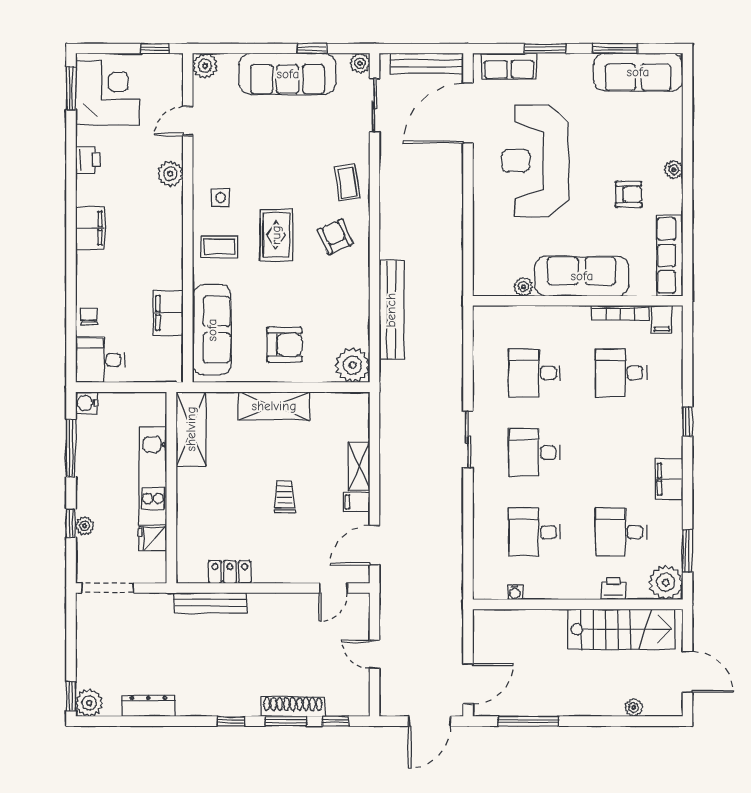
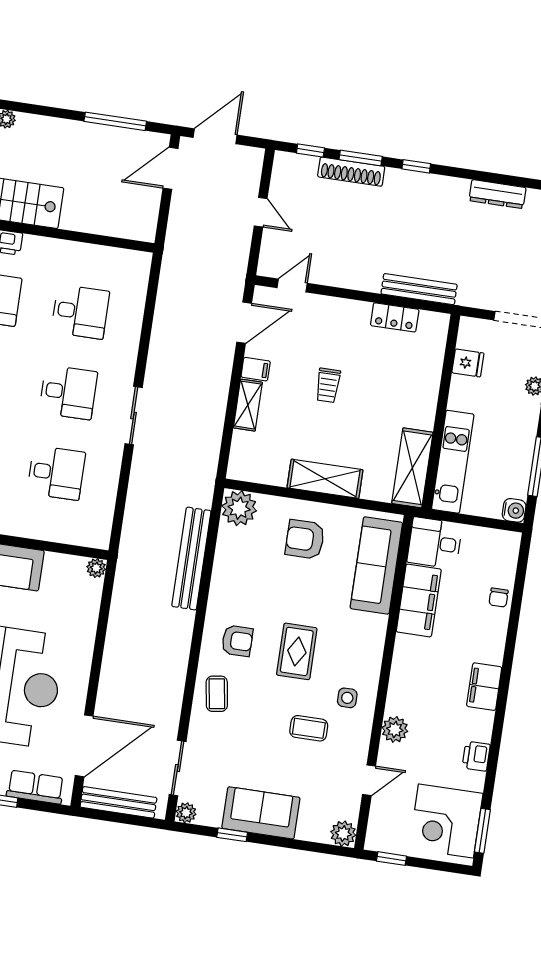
sofa: (288, 74) -> (261, 813), width x0.73
armchair: (335, 237) -> (237, 641), turned -66
coffee table: (219, 247) -> (309, 728), moved
plant: (523, 287) -> (96, 568), moved
filing cabinet: (168, 313) -> (419, 601), width x1.50, depth x1.17
desk: (100, 360) -> (435, 543), moved, turned 180
kitchen unit: (153, 476) -> (453, 462), moved
water cooler: (515, 592) -> (109, 254), removed

